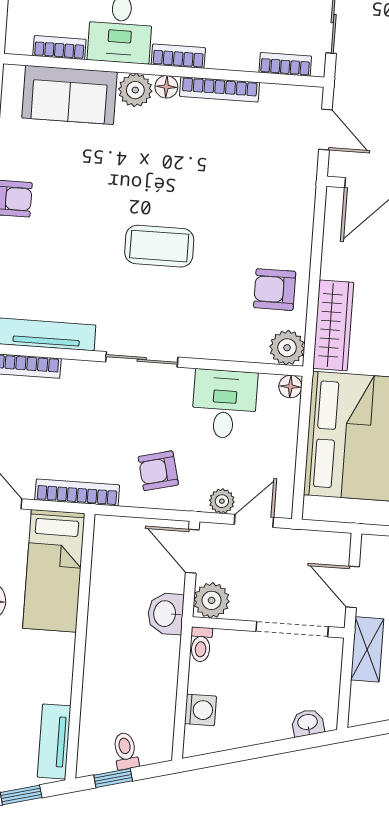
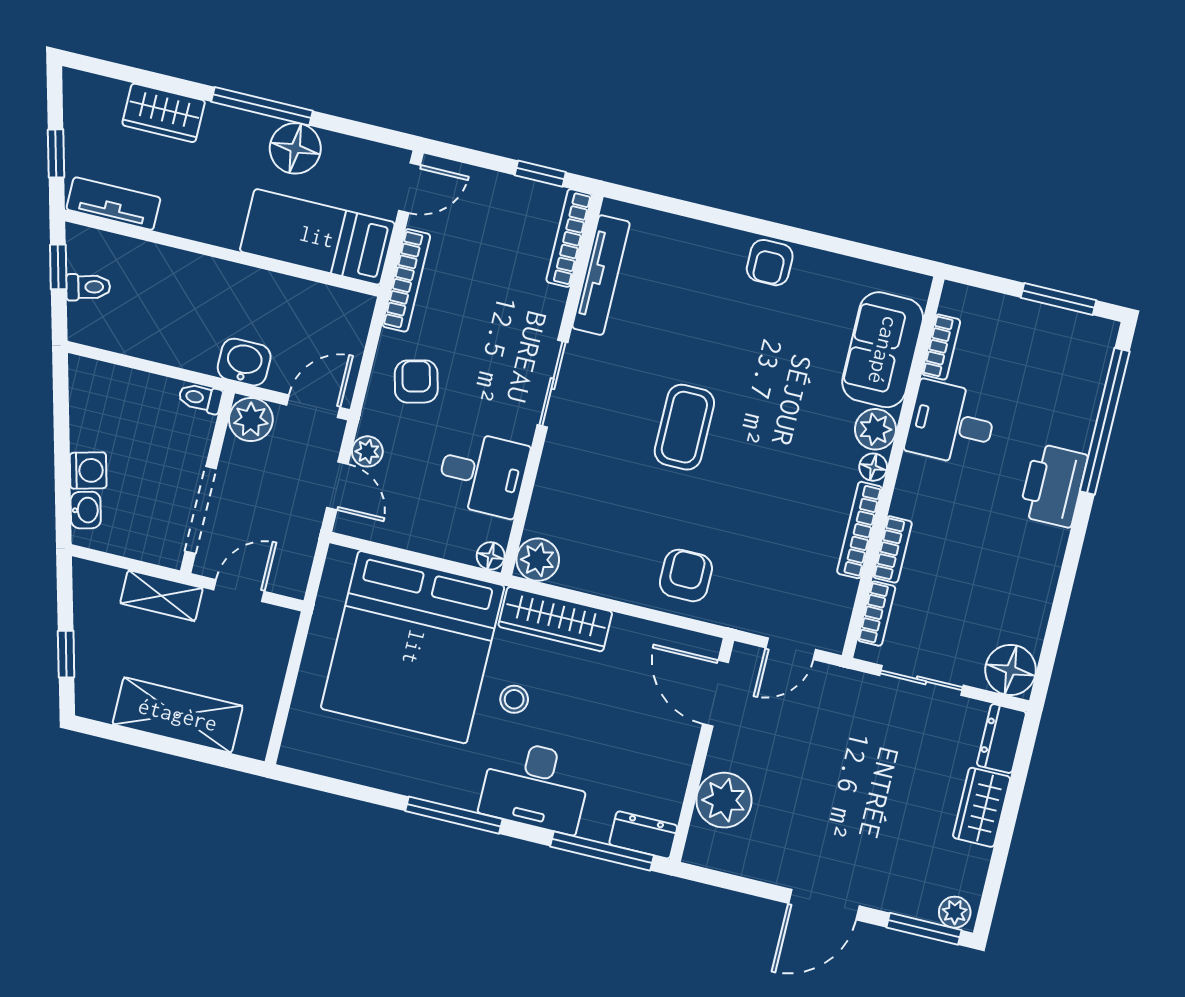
bookcase: (178, 56) -> (892, 549), moved
armchair: (275, 290) -> (686, 575), moved
washing machine: (200, 710) -> (88, 470), moved, turned -105

